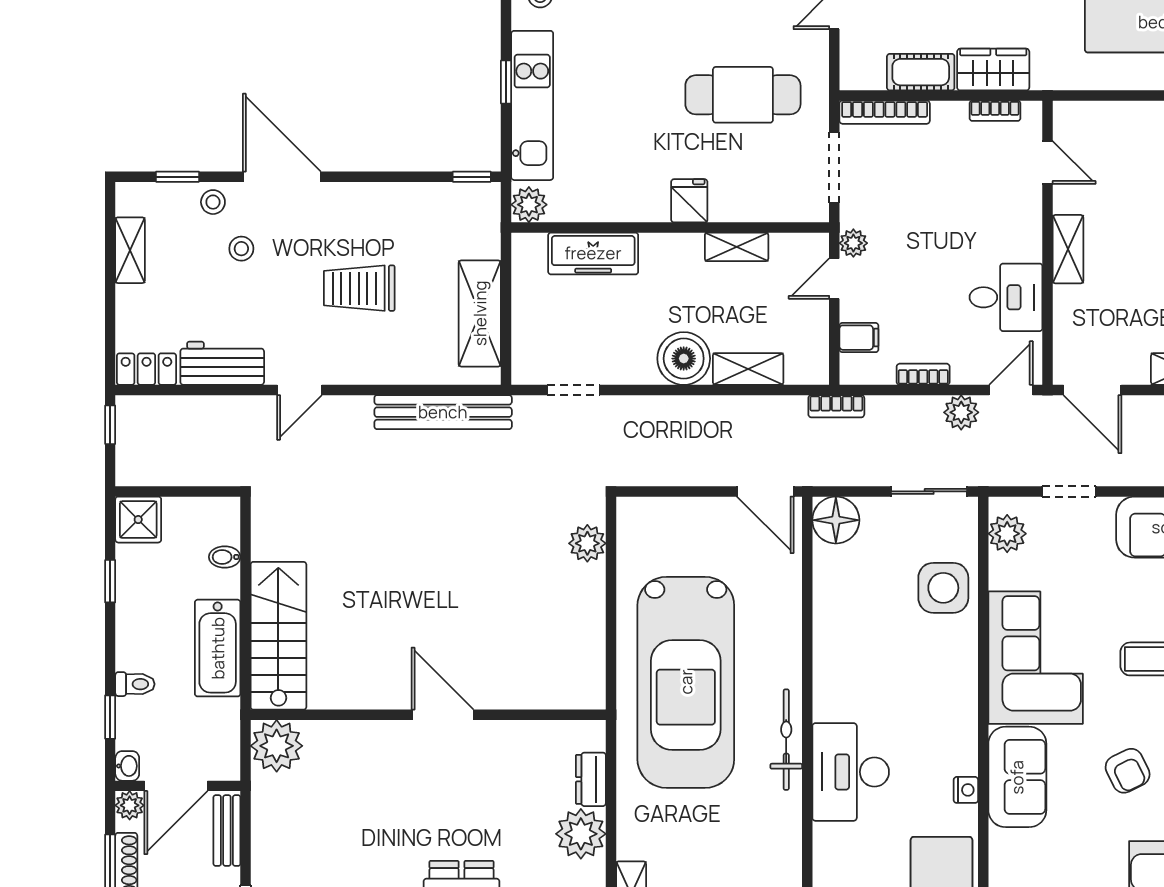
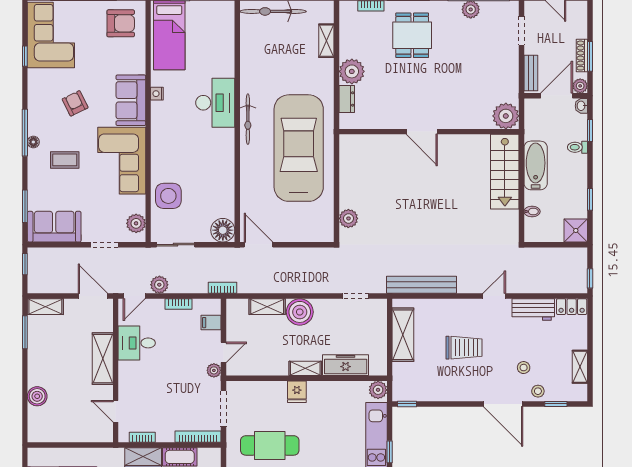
shelving: (737, 247) -> (305, 368), moved
shelving: (1068, 249) -> (103, 359), width x1.50, depth x1.33

